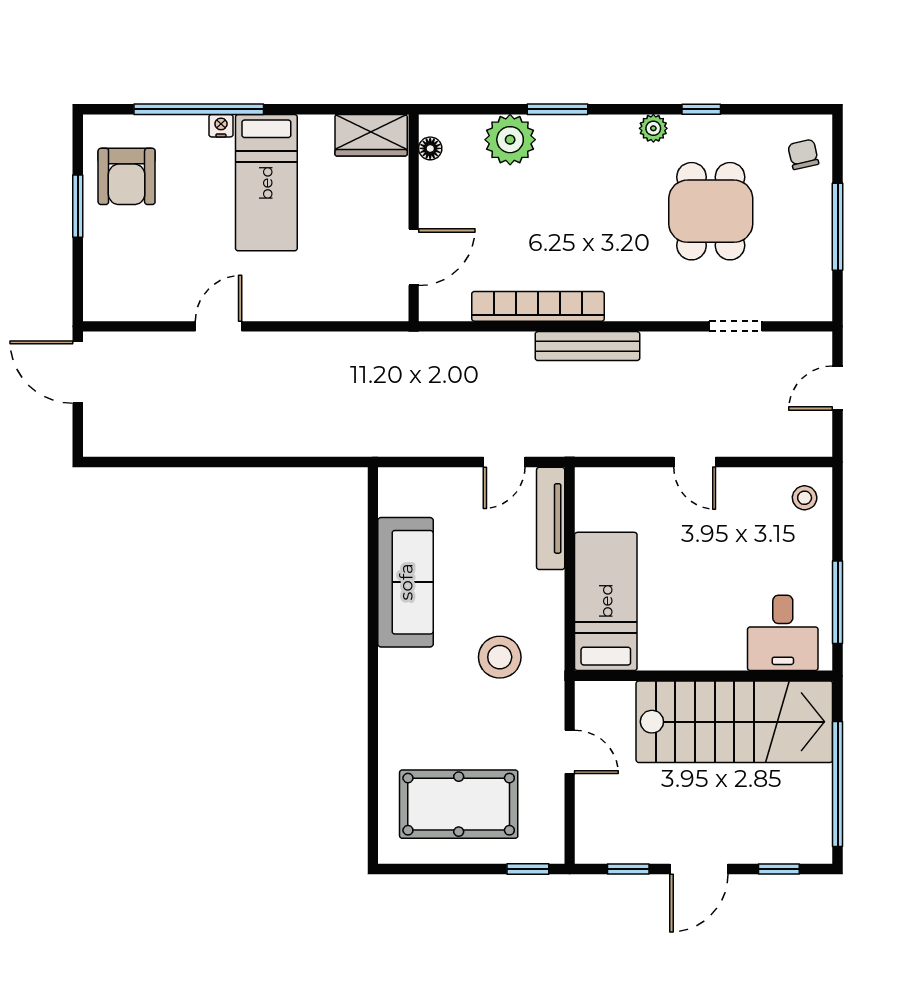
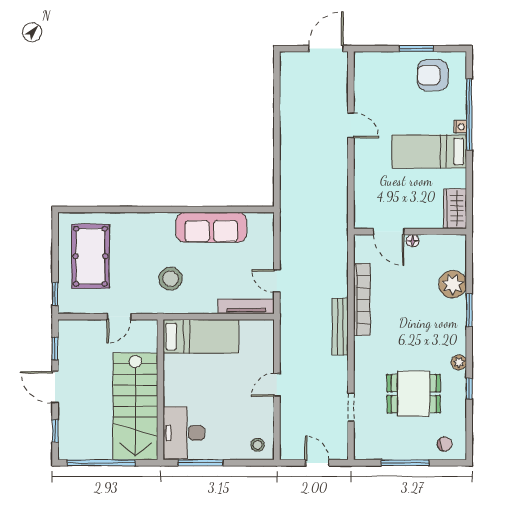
floor lamp: (430, 148) -> (413, 241), moved
desk: (783, 633) -> (184, 433), width x1.37

